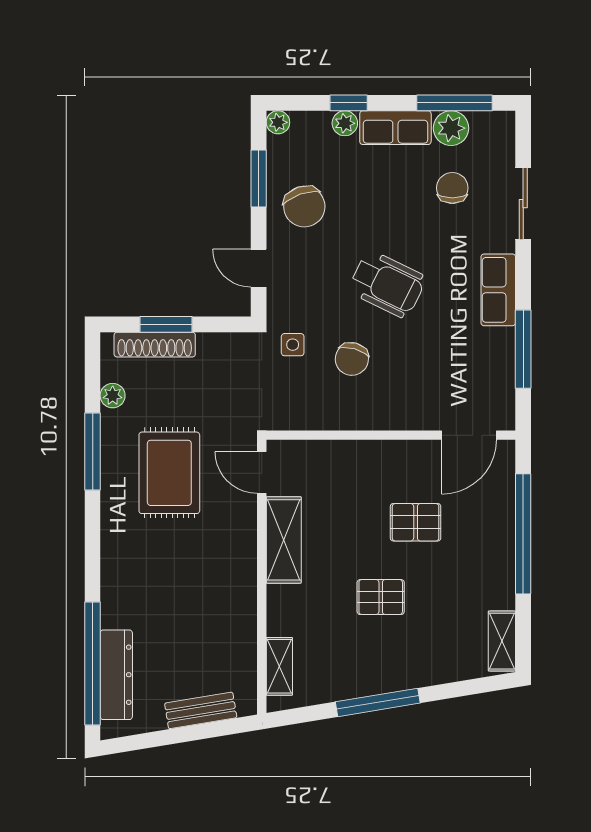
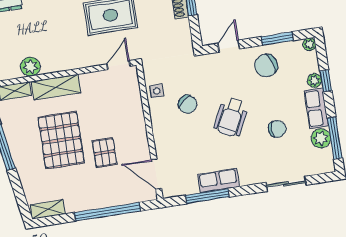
chair: (452, 188) -> (277, 129), moved
row of seats: (498, 290) -> (218, 181), moved
side table: (293, 345) -> (157, 91), moved
chair: (352, 359) -> (188, 104), turned -146
shelving: (284, 540) -> (56, 87), moved
pallet: (381, 597) -> (61, 140), width x2.05, depth x2.00
plant: (240, 632) -> (30, 67), added

